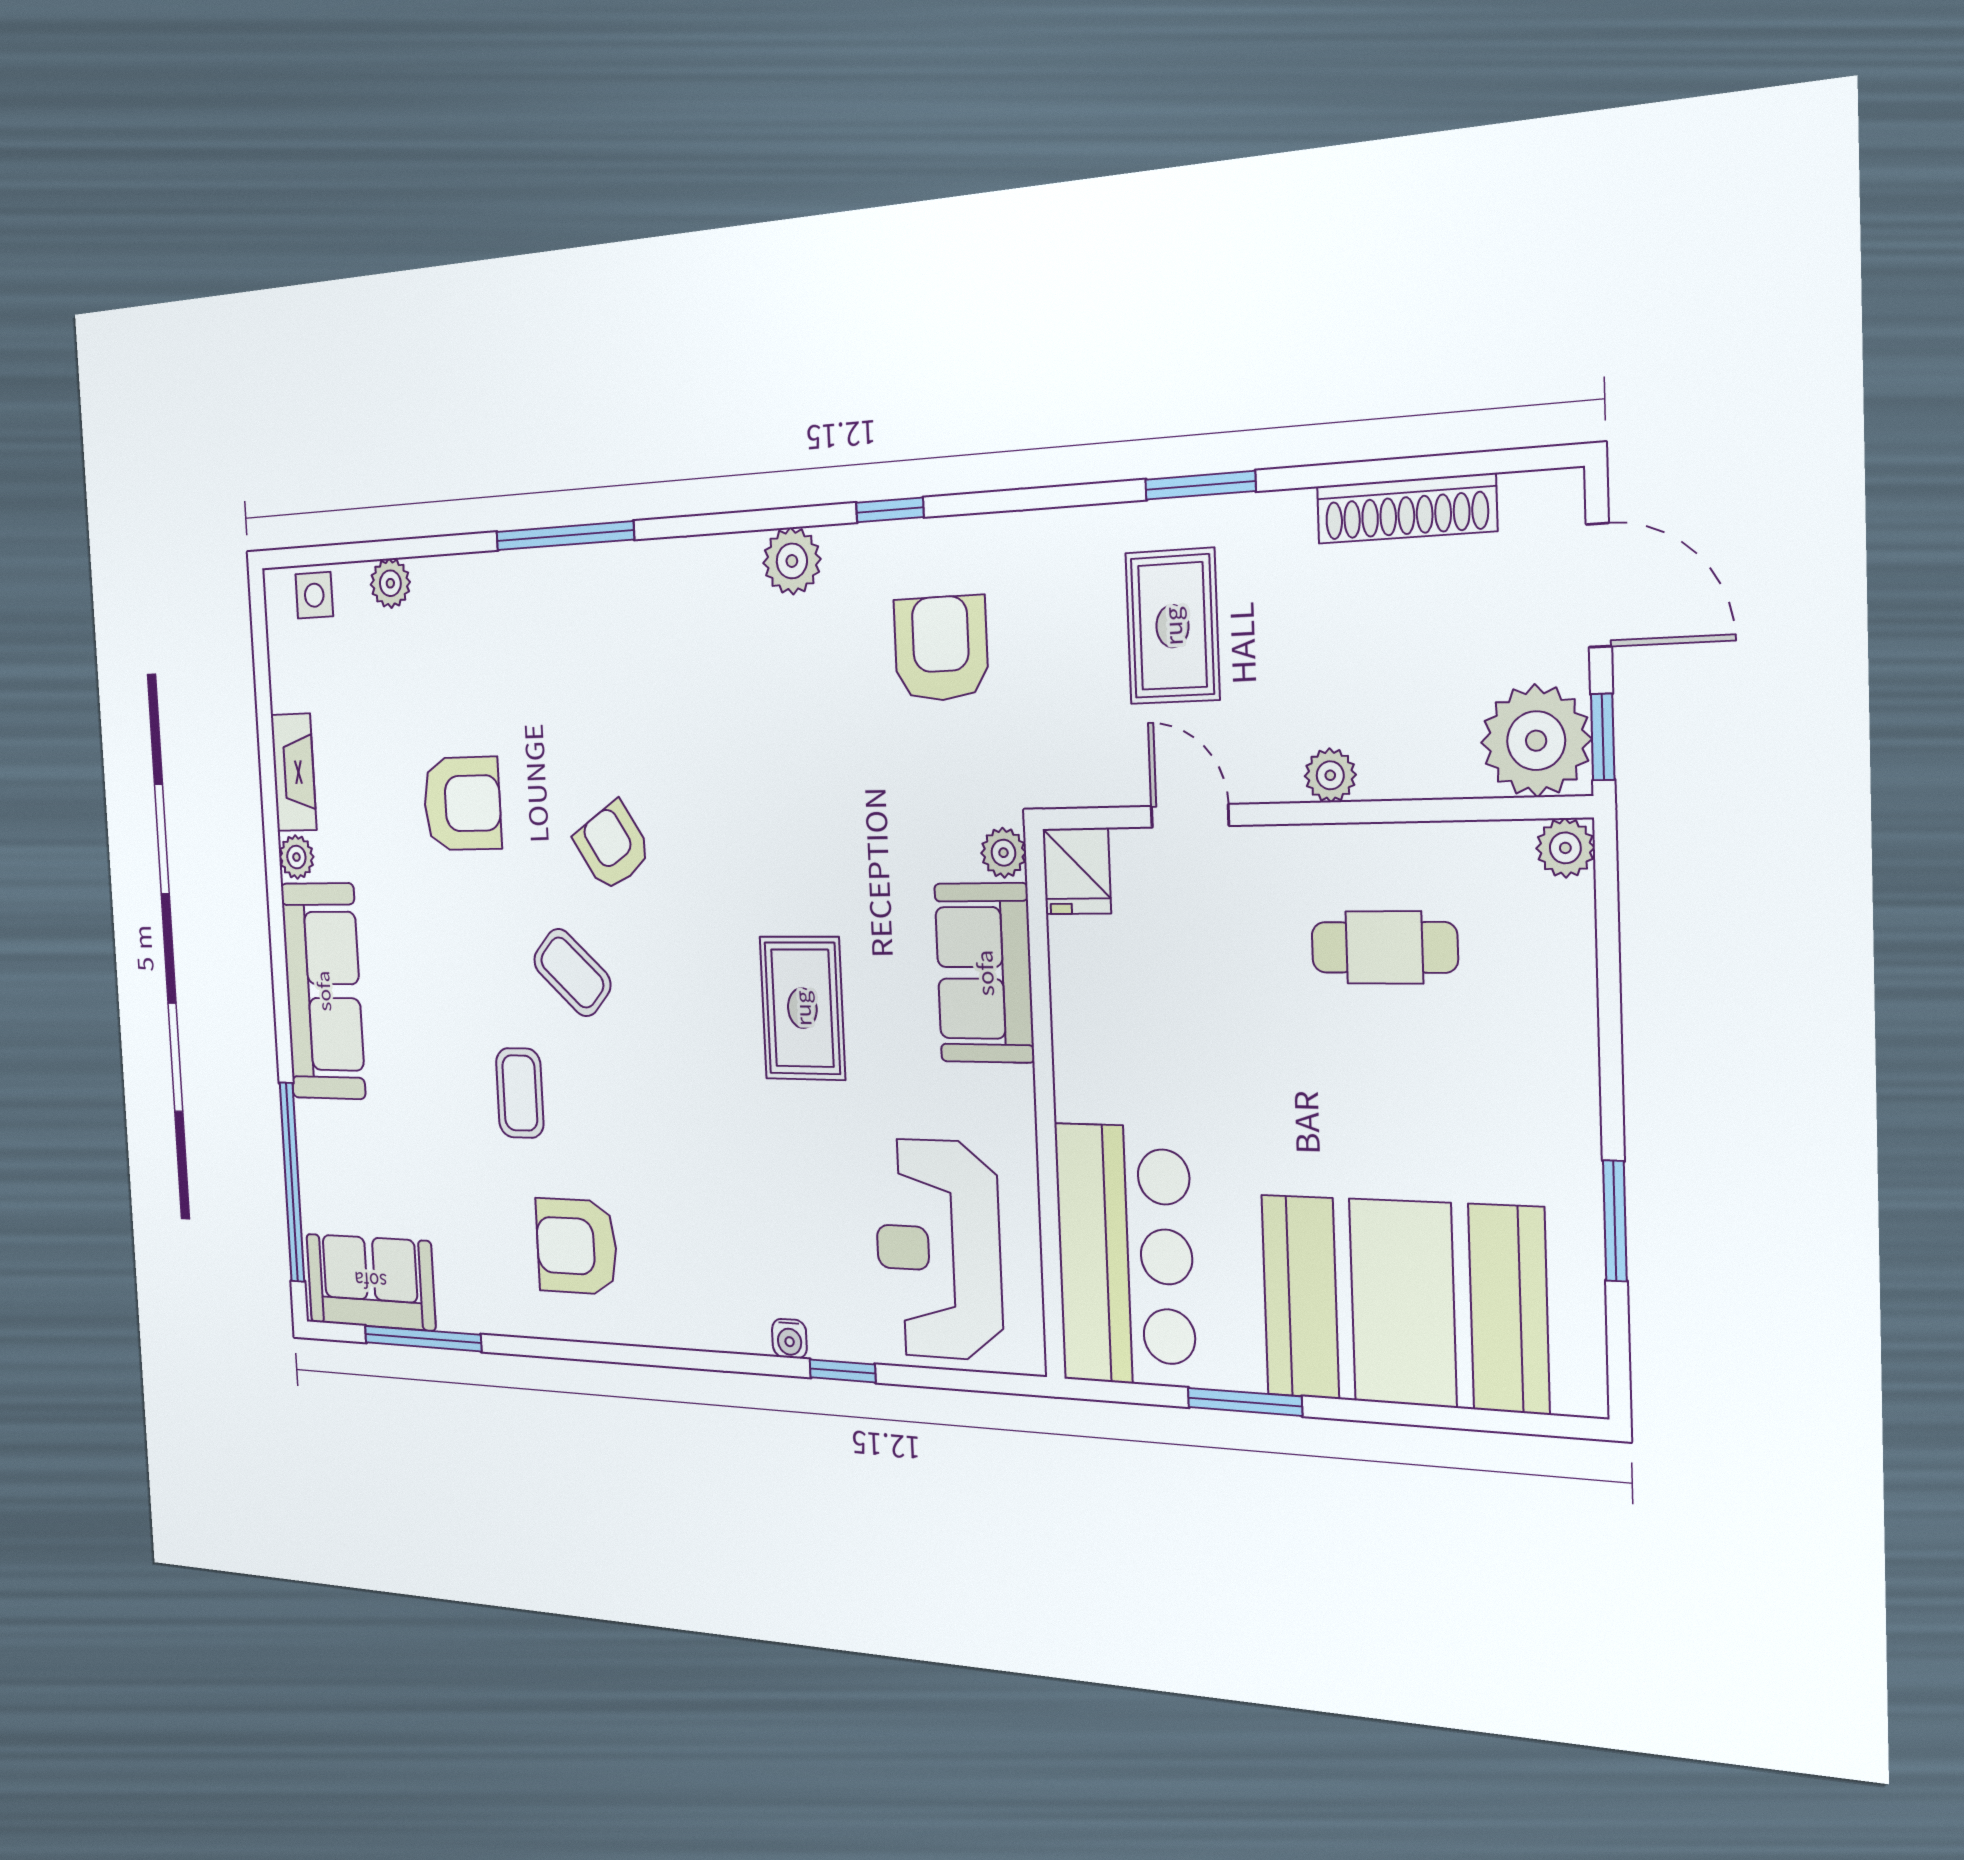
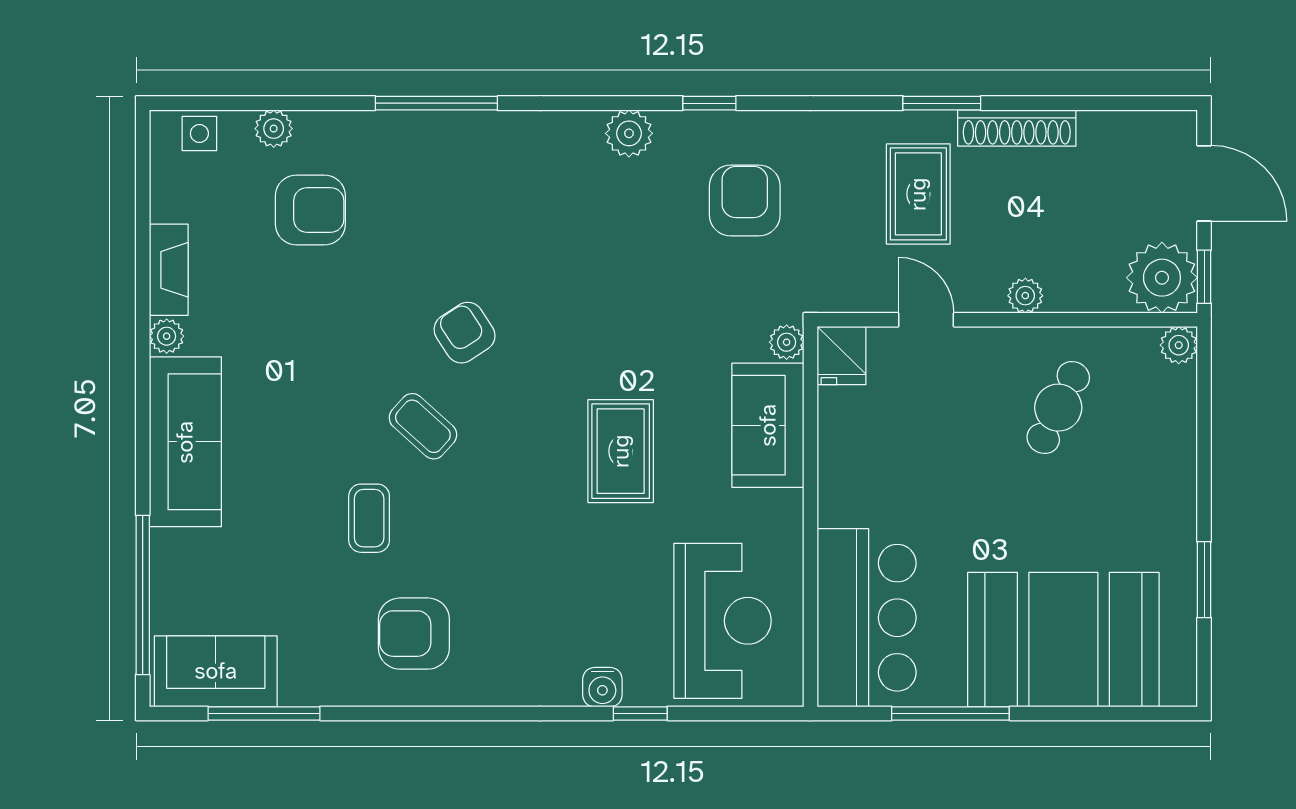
shoe rack: (1406, 509) -> (1017, 128), moved
armchair: (462, 804) -> (310, 210), moved
cafe table: (1384, 947) -> (1058, 408), turned -64
reception desk: (938, 1249) -> (723, 621), turned 180
water cooler: (789, 1339) -> (602, 687), width x1.38, depth x1.38
window: (1245, 1402) -> (950, 713), width x1.44

